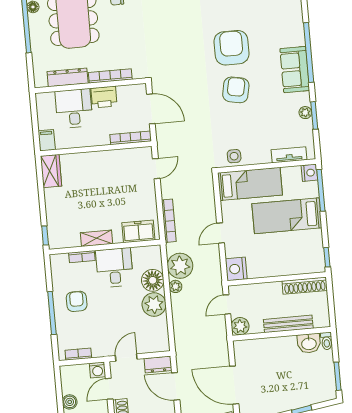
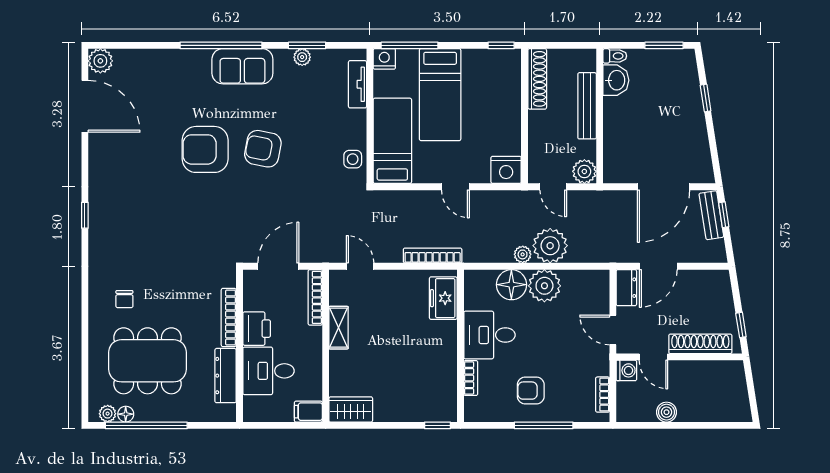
shelving: (96, 238) -> (339, 328), moved
plant: (180, 266) -> (550, 246), moved

